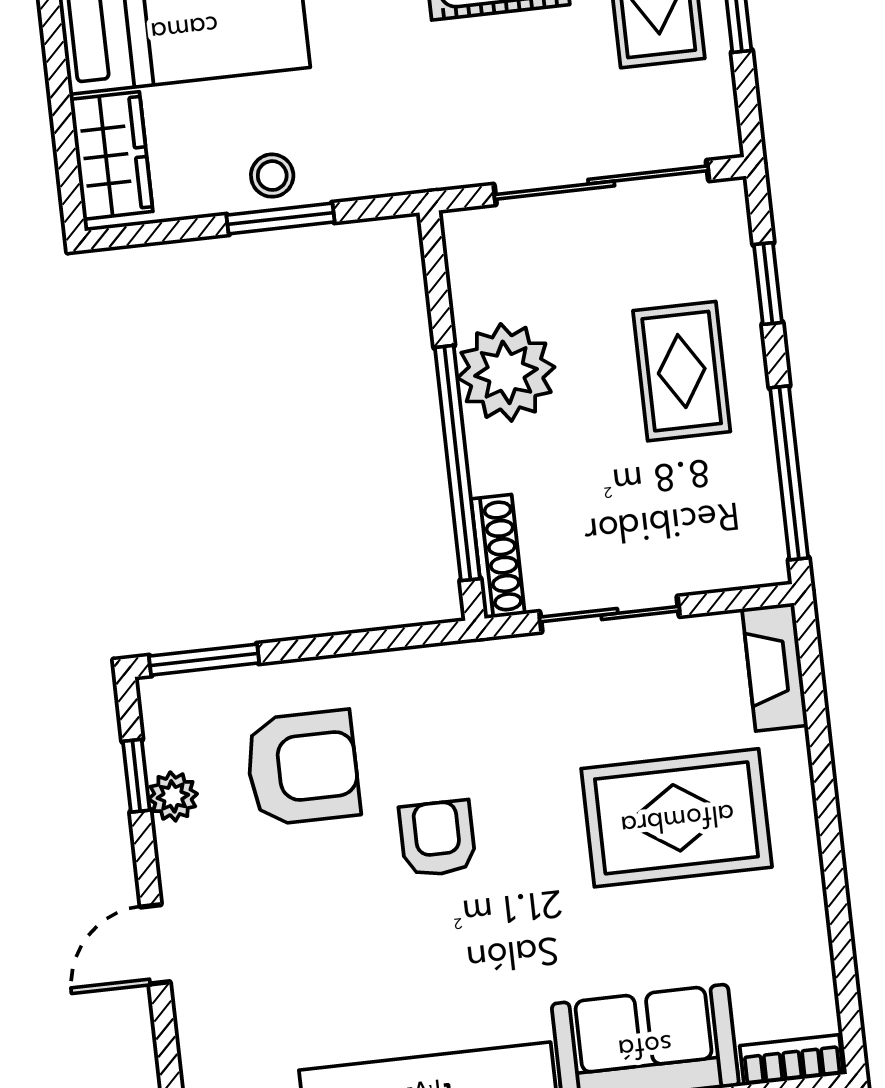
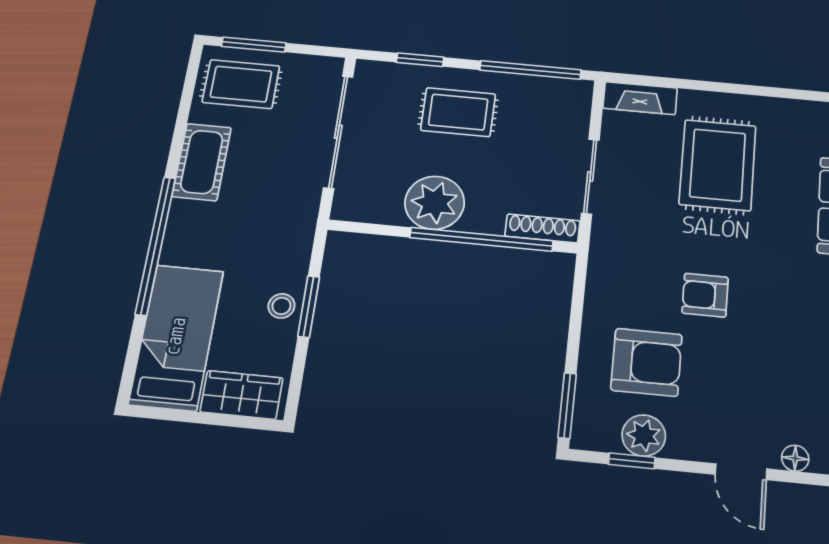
armchair: (303, 768) -> (647, 362), turned 90
plant: (173, 796) -> (644, 435), width x1.38, depth x1.38
floor lamp: (195, 1023) -> (795, 458), added

